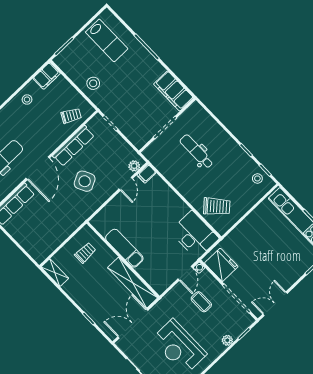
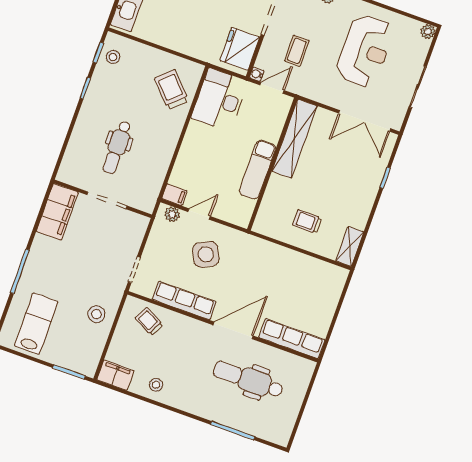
side table: (85, 181) -> (206, 254), moved
exam couch: (124, 248) -> (258, 170), moved
wall: (123, 260) -> (272, 164), moved
shelving: (133, 283) -> (295, 139), moved

